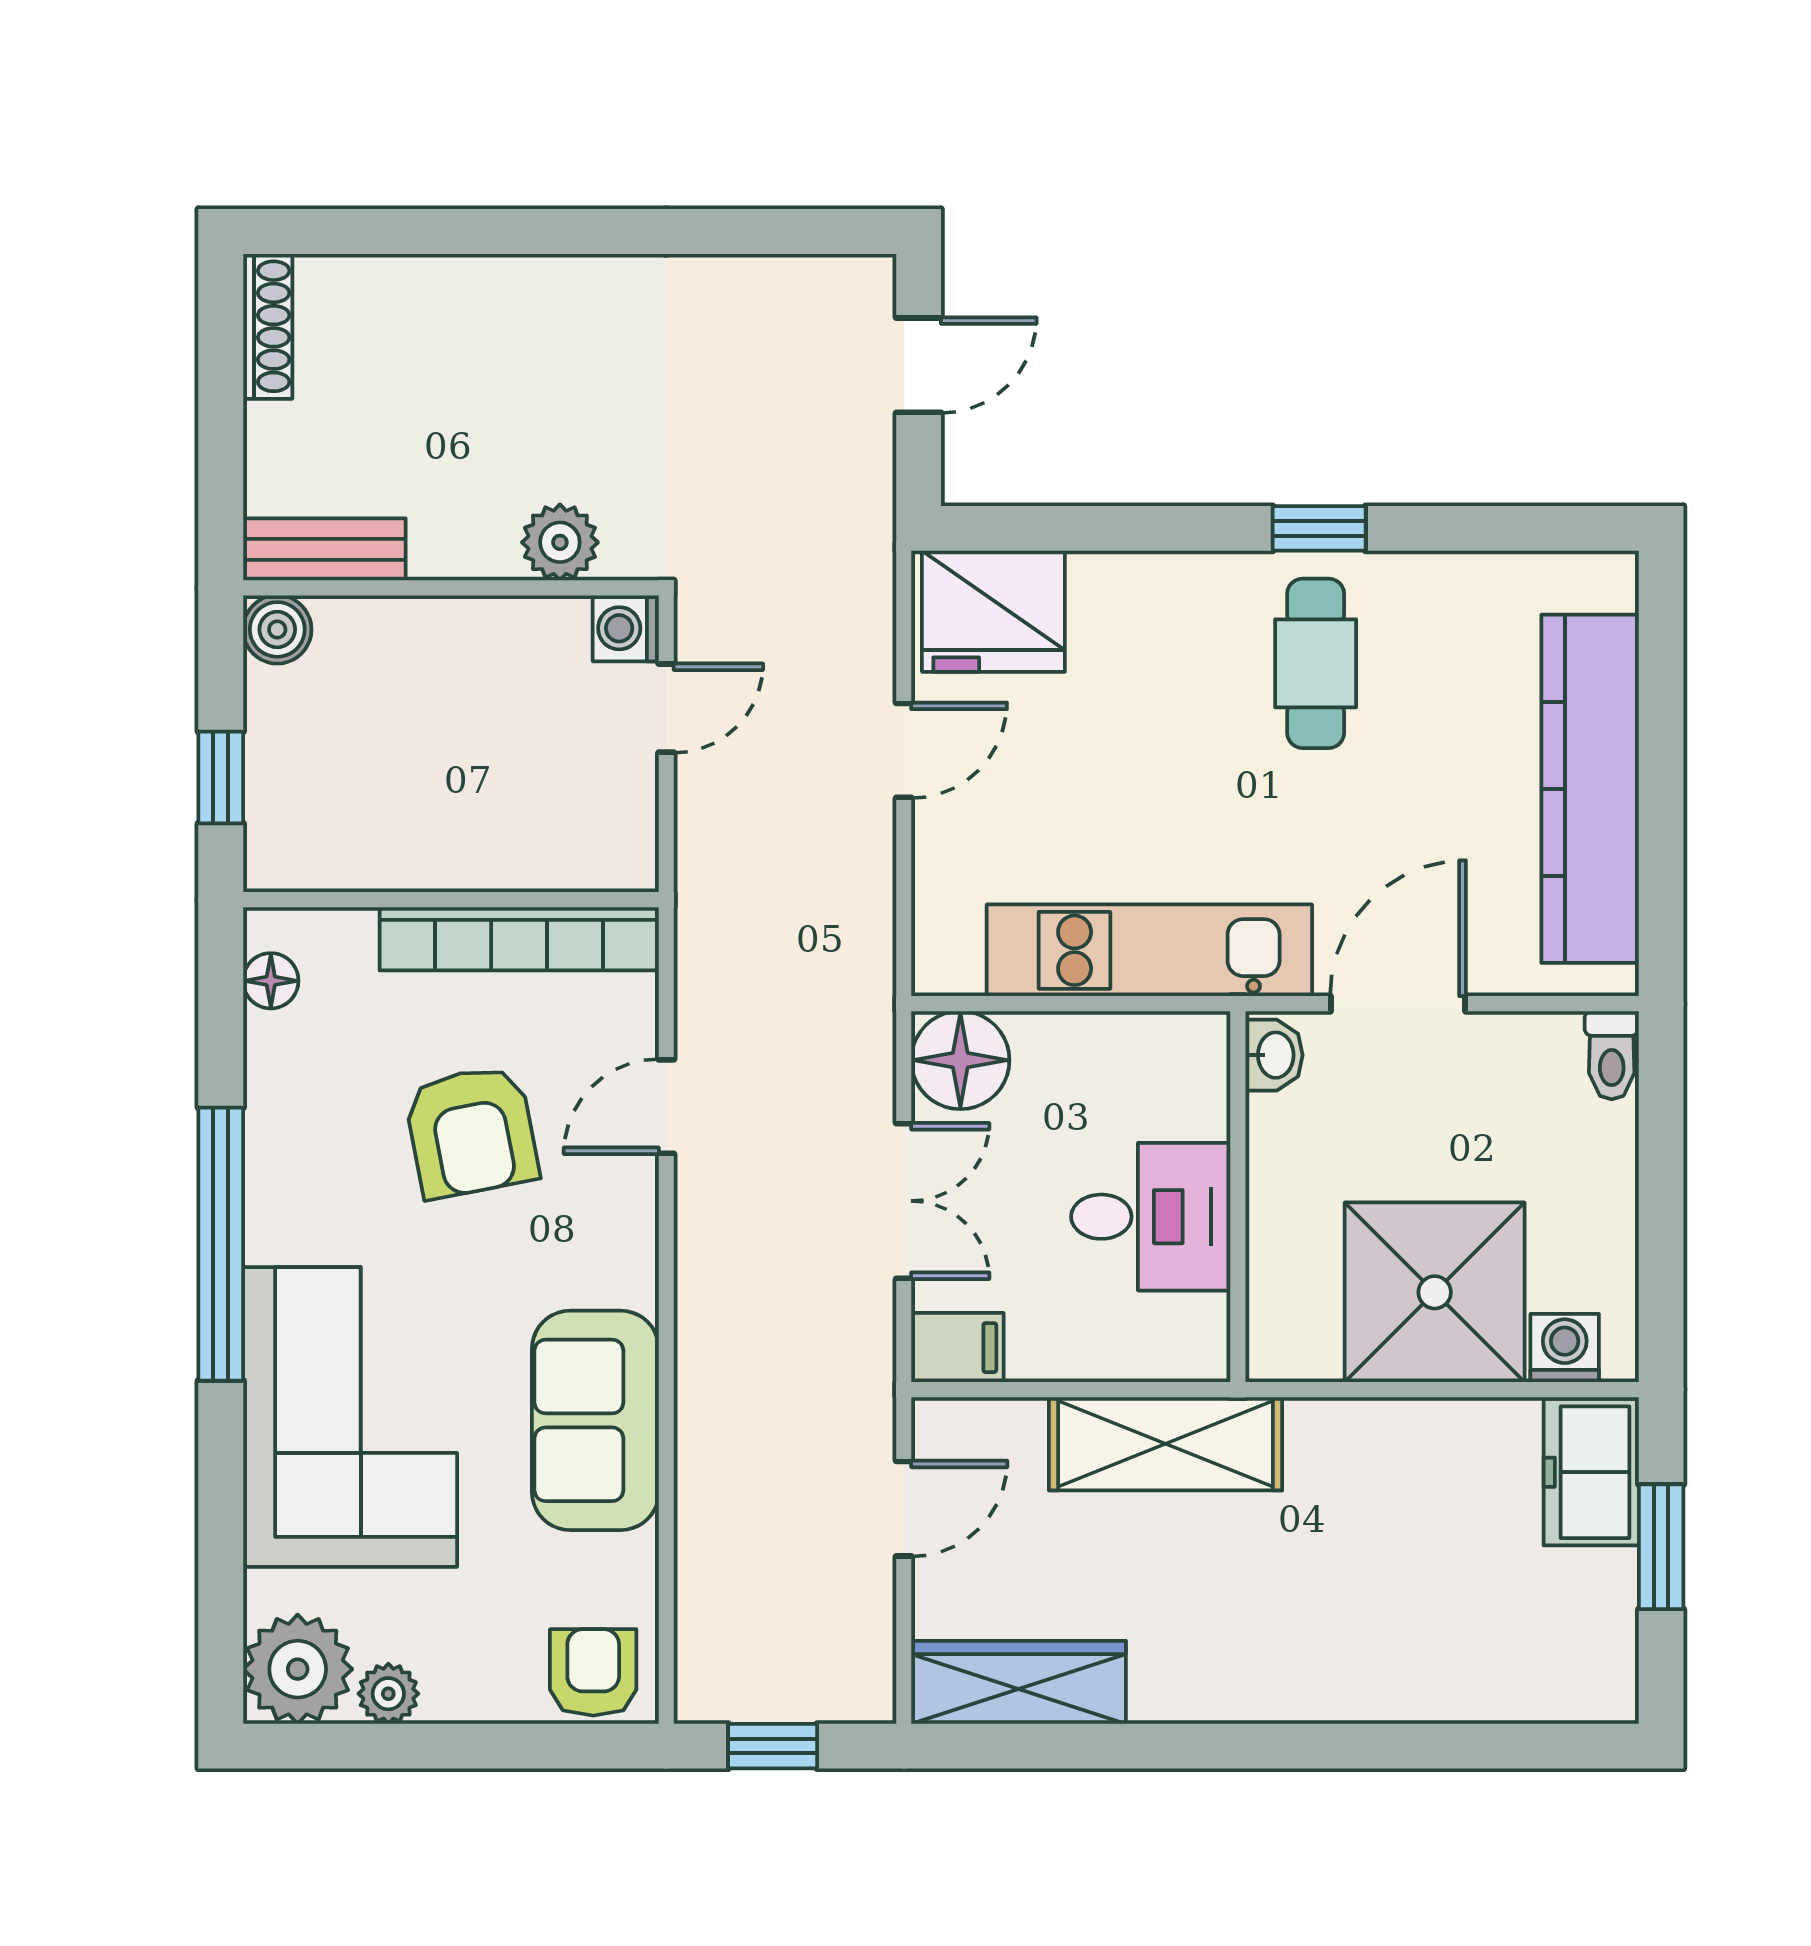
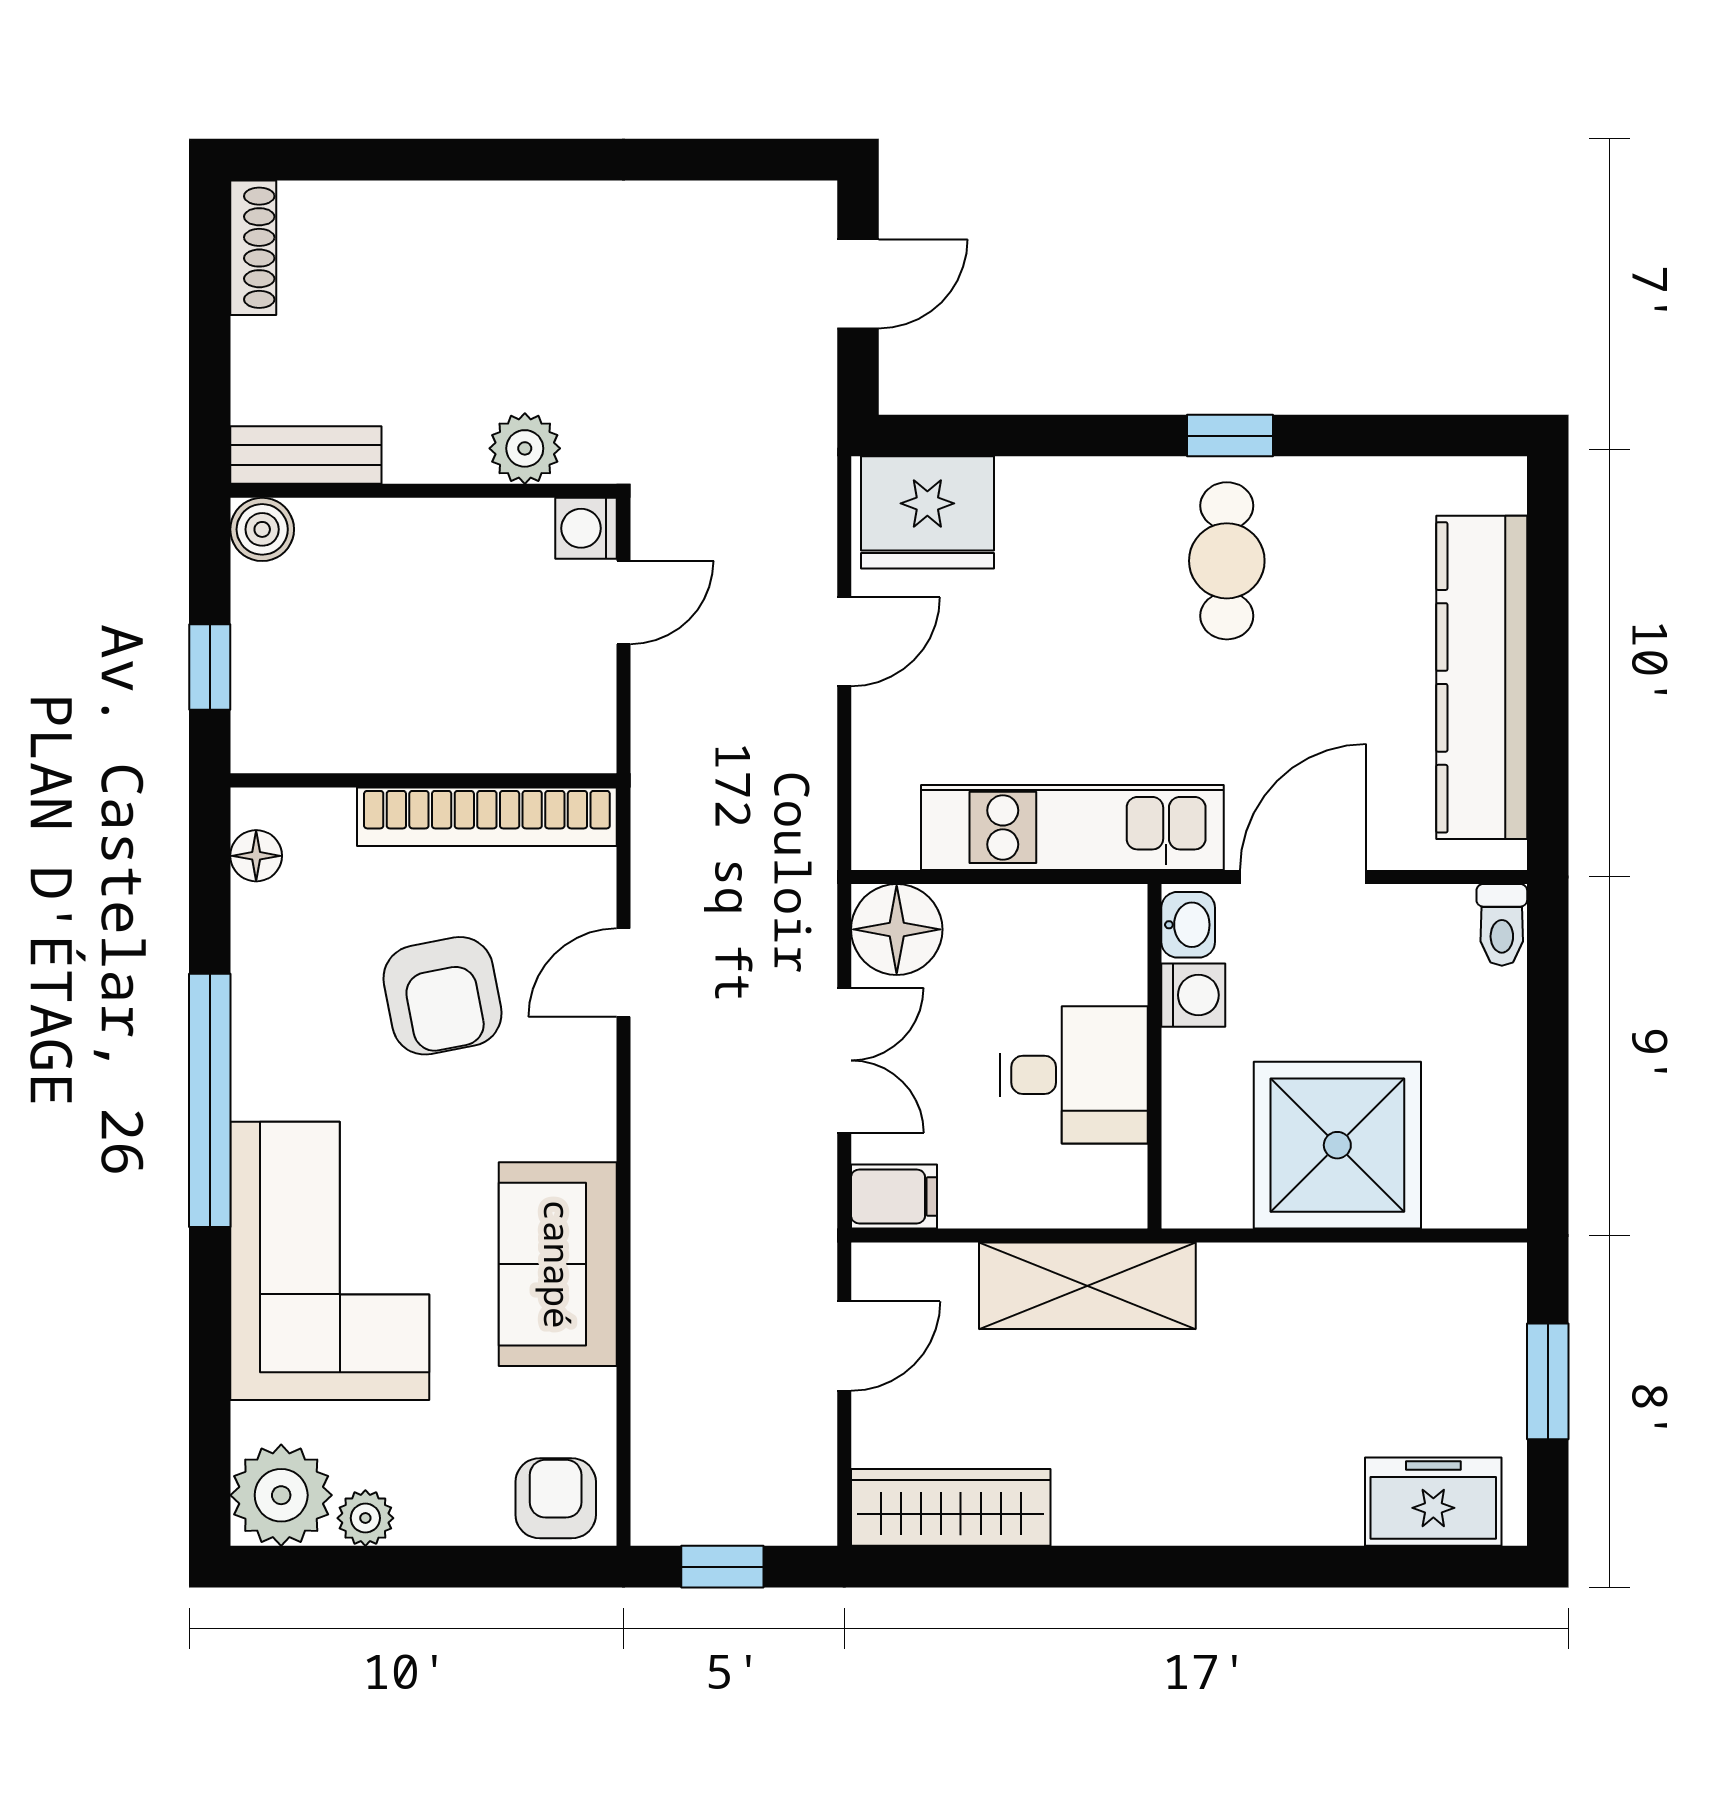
washing machine: (1565, 1348) -> (1193, 995), moved, turned 90
freezer: (1591, 1472) -> (1433, 1502), moved, turned 90

